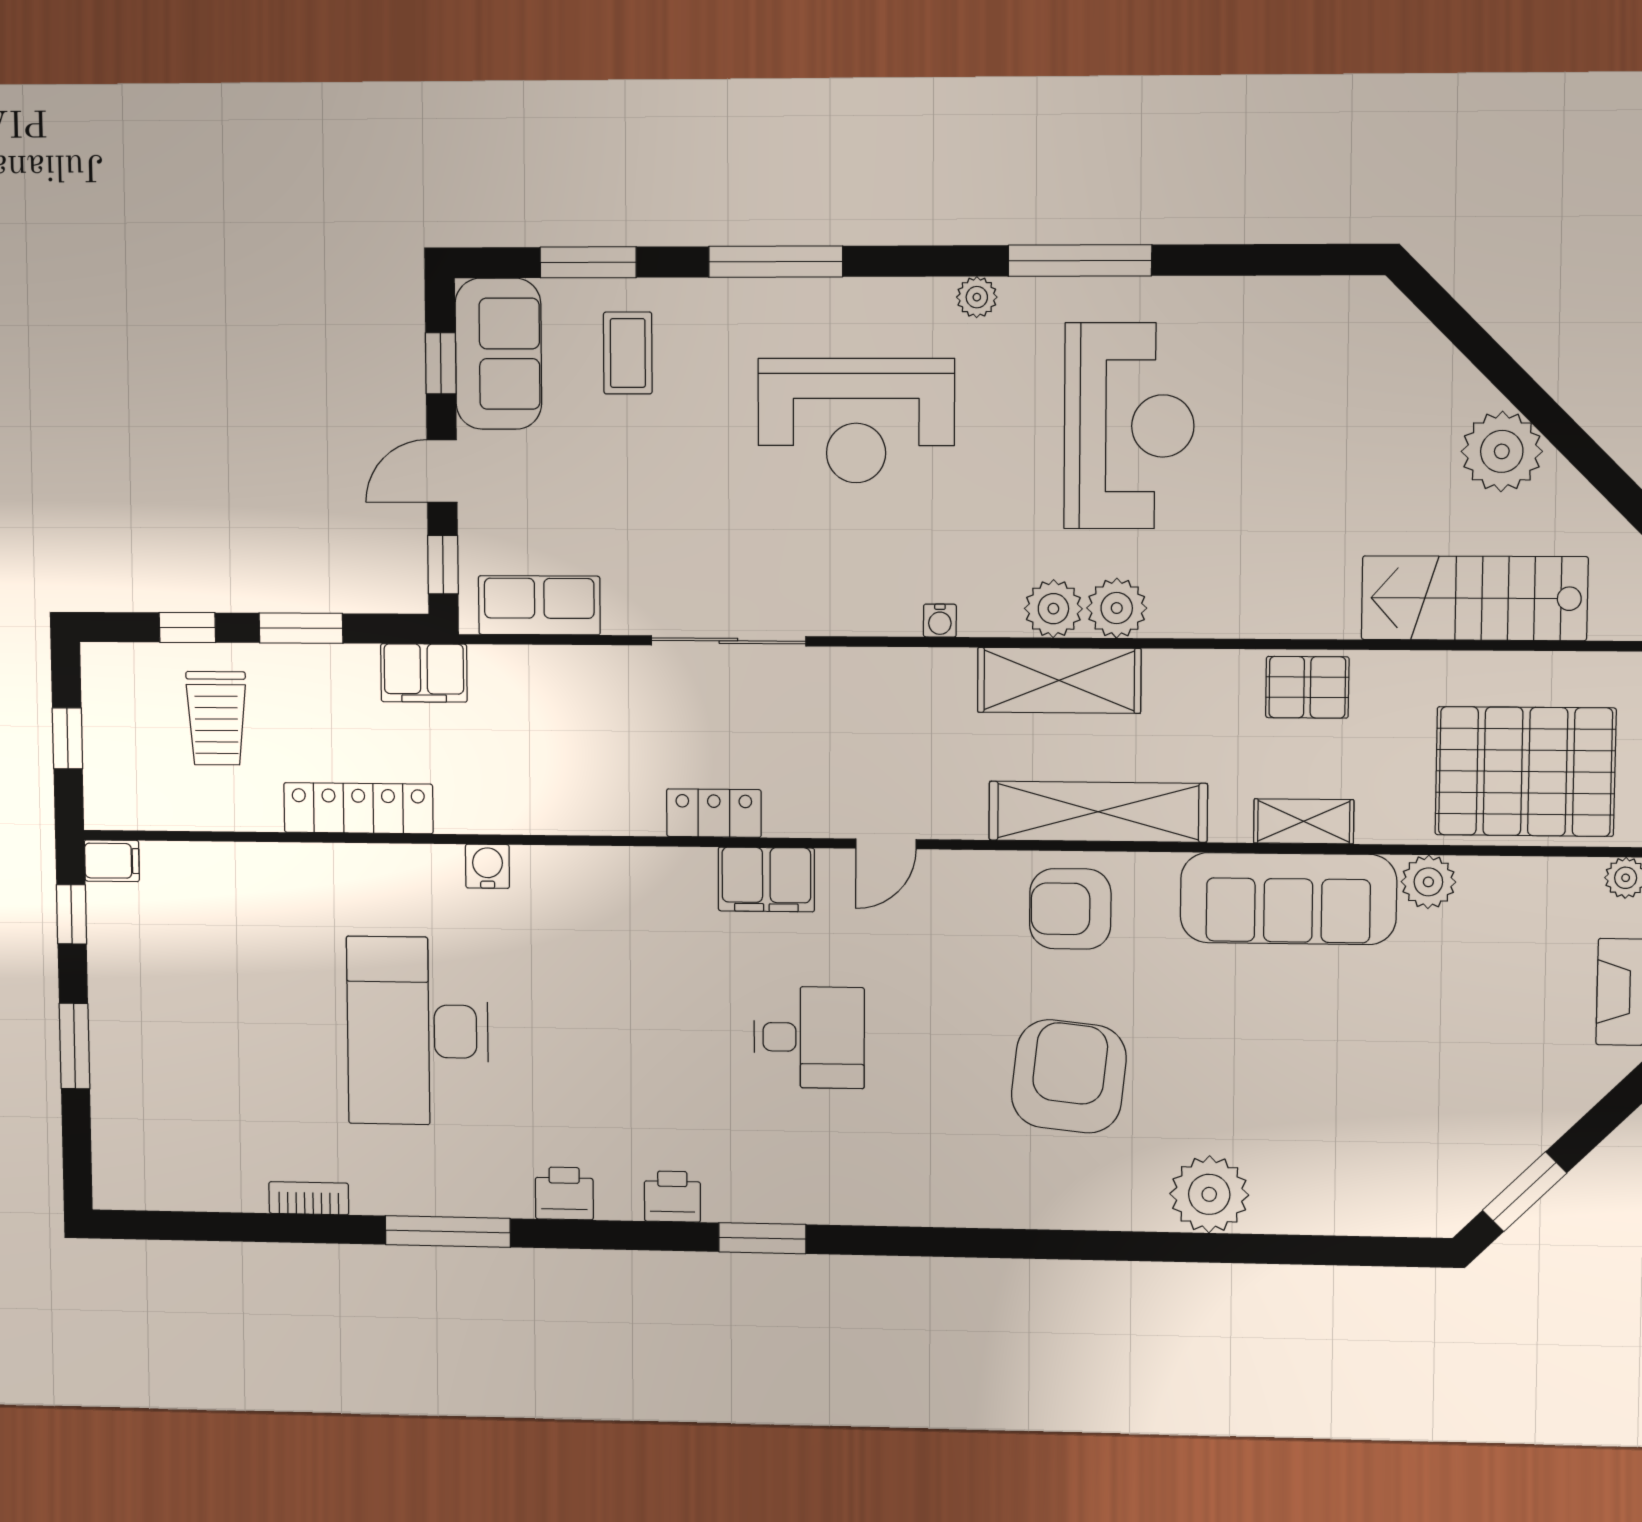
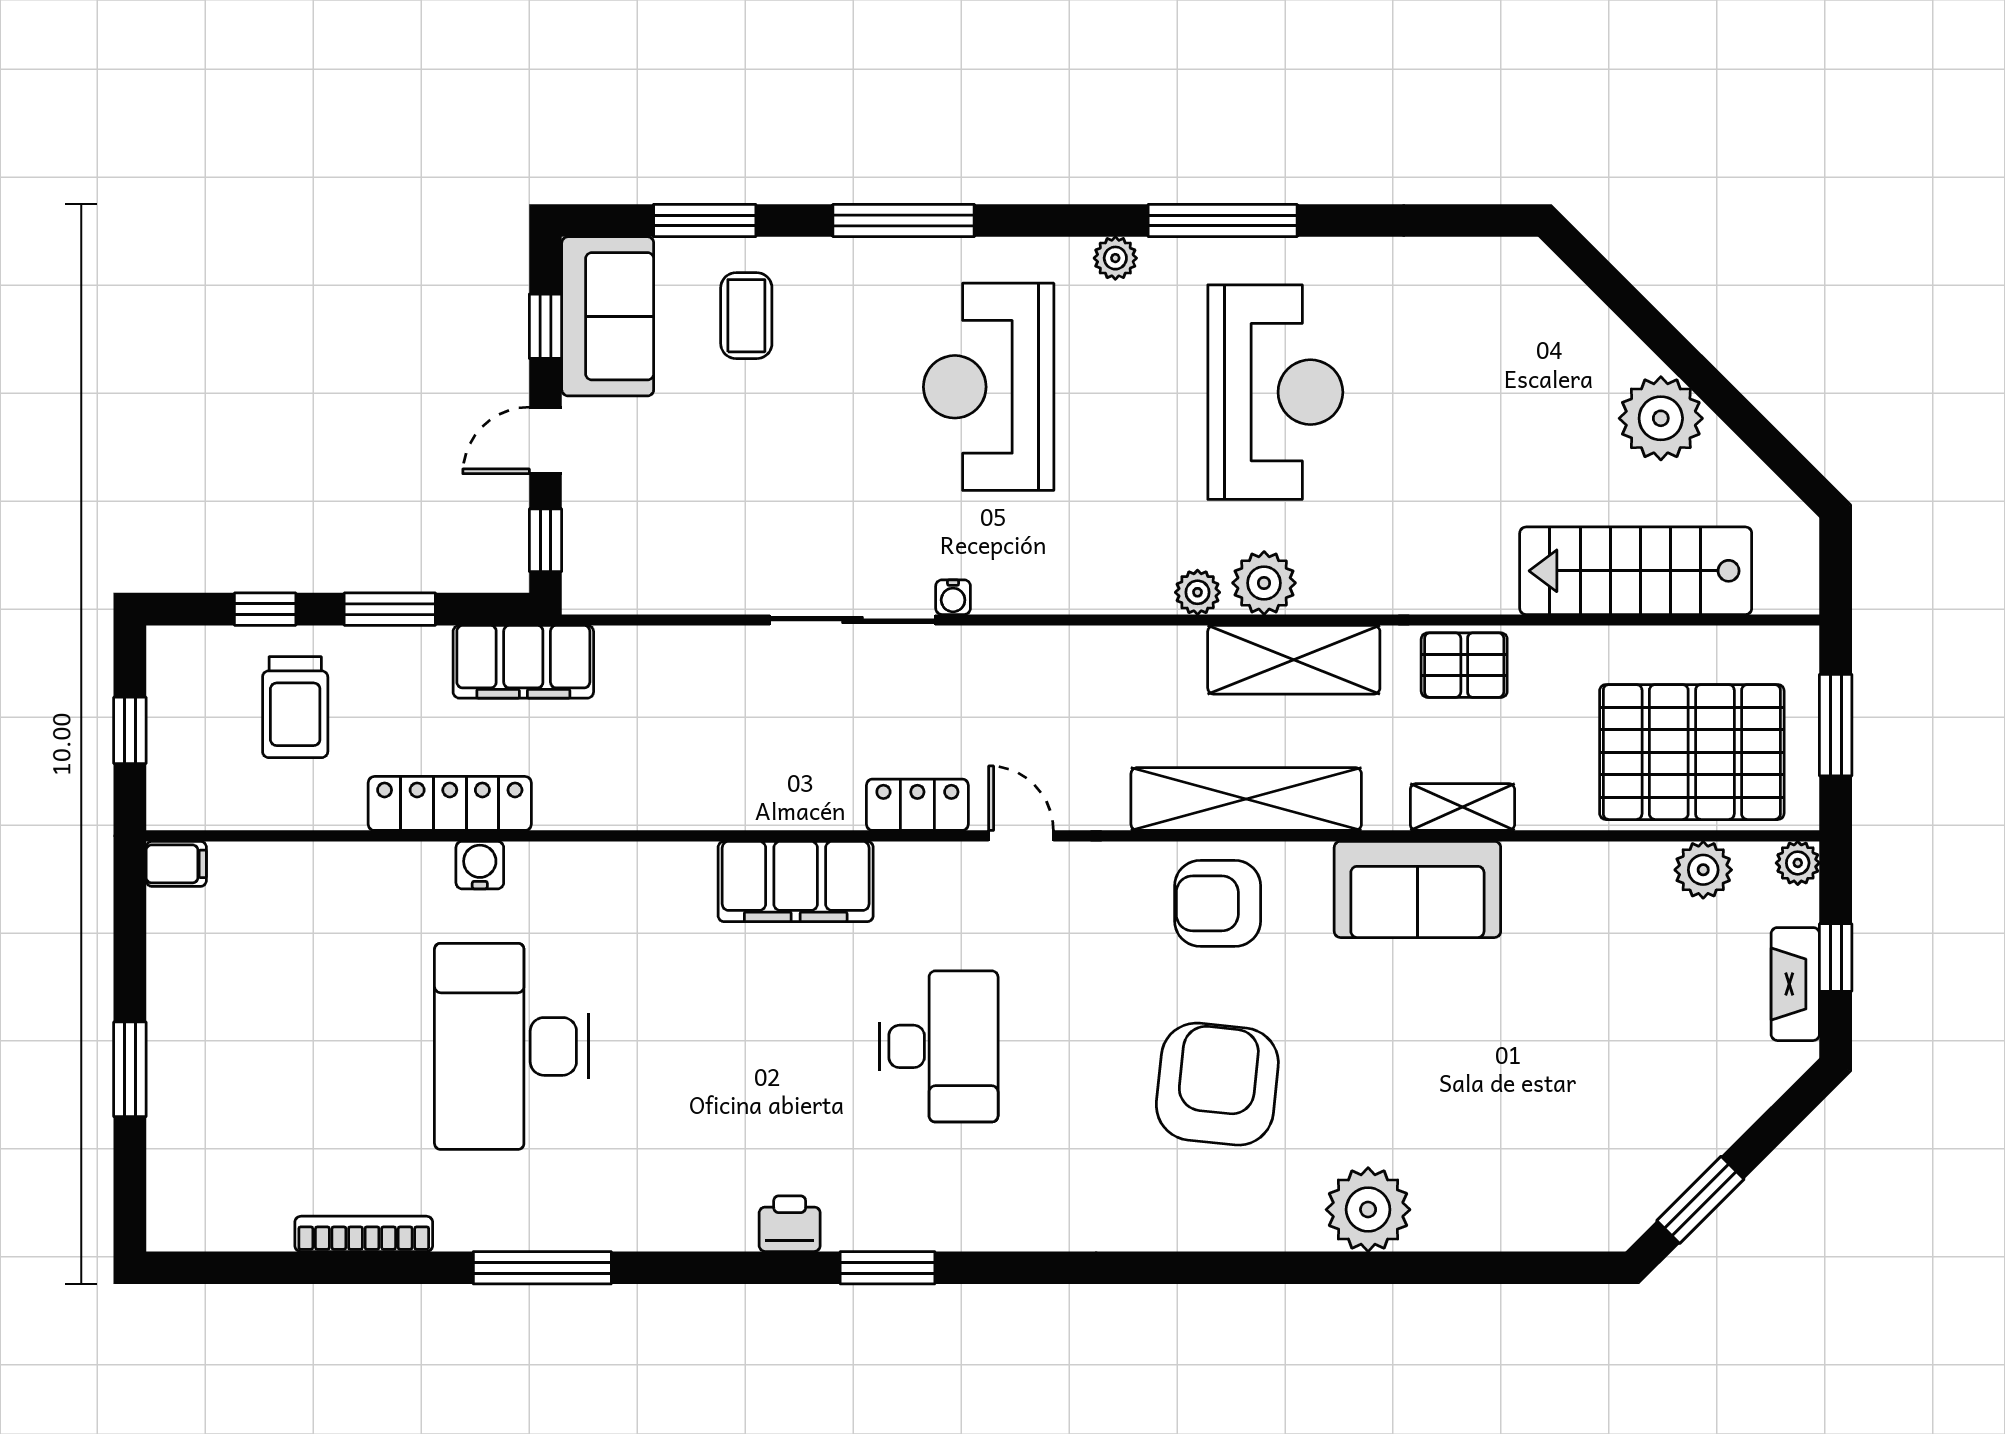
reception desk: (856, 421) -> (989, 387), turned 90
row of seats: (539, 605) -> (649, 583), removed
plant: (1053, 609) -> (1198, 592), width x0.73, depth x0.73
water cooler: (940, 621) -> (953, 597), moved
filing cabinet: (424, 673) -> (523, 662), width x1.50, depth x1.17
shelving: (1059, 680) -> (1294, 660), moved
locker: (714, 813) -> (917, 805), moved
door: (886, 844) -> (1021, 836), swing flipped
water cooler: (487, 866) -> (480, 865), moved
filing cabinet: (766, 879) -> (796, 881), moved, width x1.50, depth x1.17
plant: (1428, 882) -> (1703, 870), moved
sofa: (1288, 899) -> (1417, 889), width x0.73
window: (71, 914) -> (130, 923), removed
desk: (809, 1037) -> (939, 1046), width x1.37
printer: (564, 1193) -> (671, 1223), removed
bookcase: (309, 1198) -> (364, 1234), width x1.56

